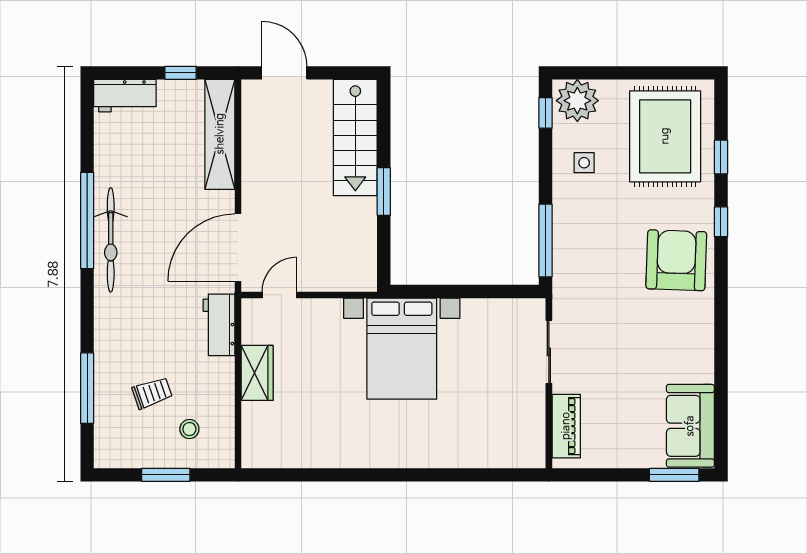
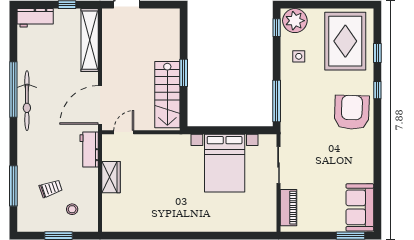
stairs: (355, 137) -> (167, 95), moved
bed with nightstands: (402, 349) -> (225, 163), moved

